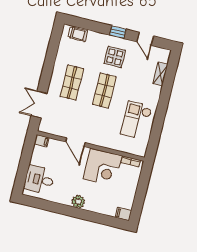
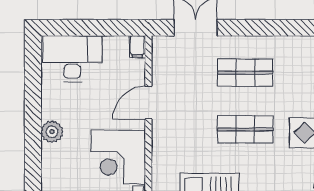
desk: (39, 180) -> (72, 59), width x1.37

